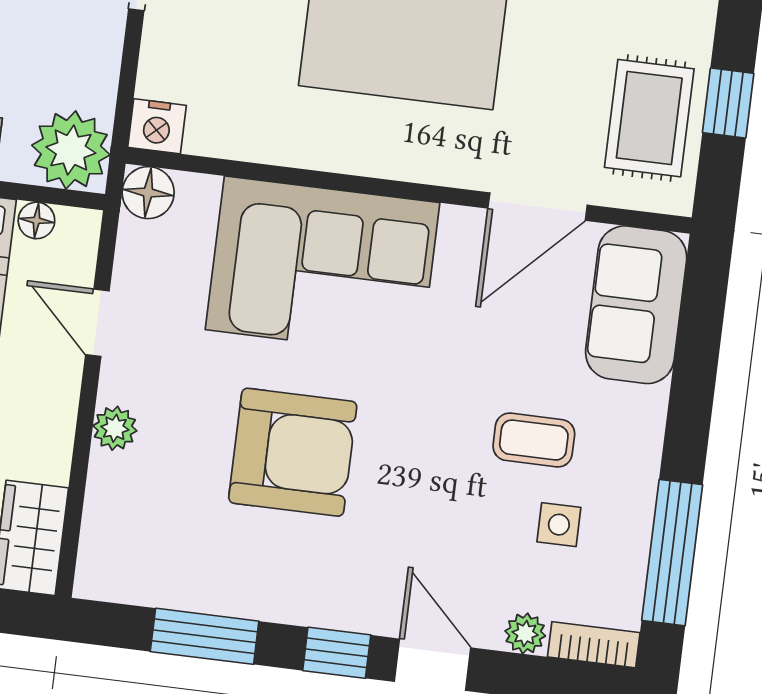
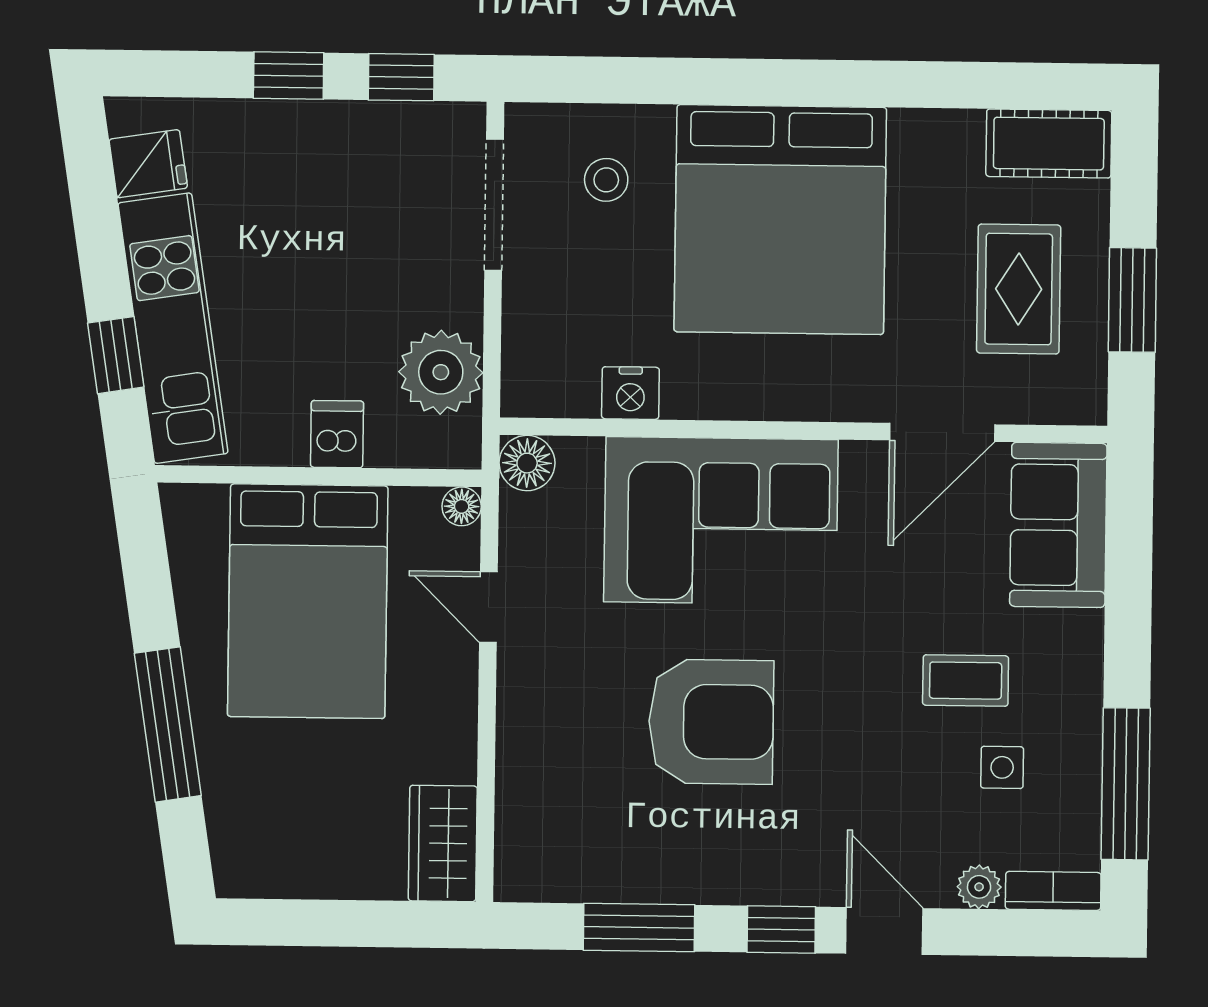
window: (728, 103) -> (1132, 300), width x1.50
rug: (649, 118) -> (1019, 289), moved
nightstand: (157, 126) -> (630, 393), moved
plant: (71, 150) -> (441, 372), moved
floor lamp: (36, 220) -> (462, 506), moved
plant: (115, 428) -> (519, 717), removed

